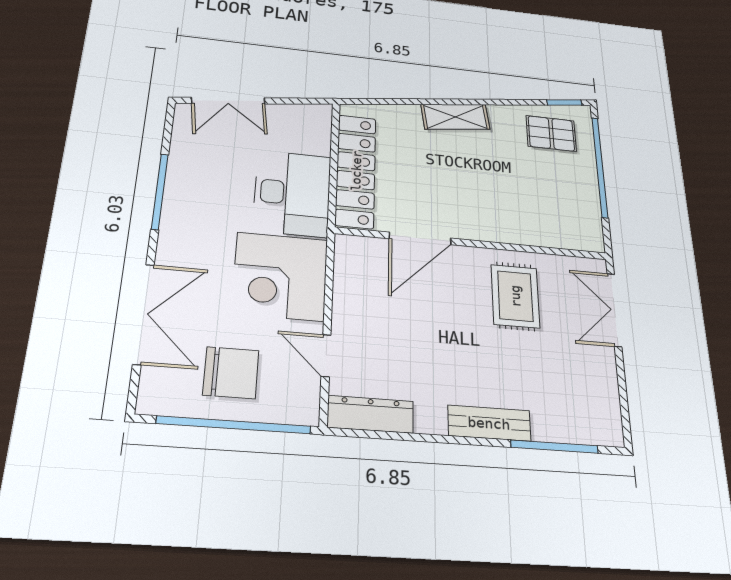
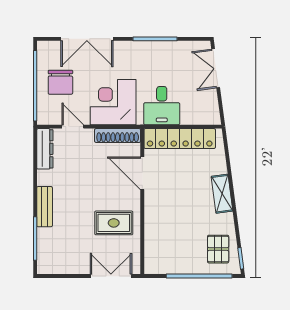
desk: (292, 193) -> (162, 106), width x0.73
shoe rack: (347, 274) -> (118, 135), added
door: (326, 356) -> (73, 127), hinge flipped

